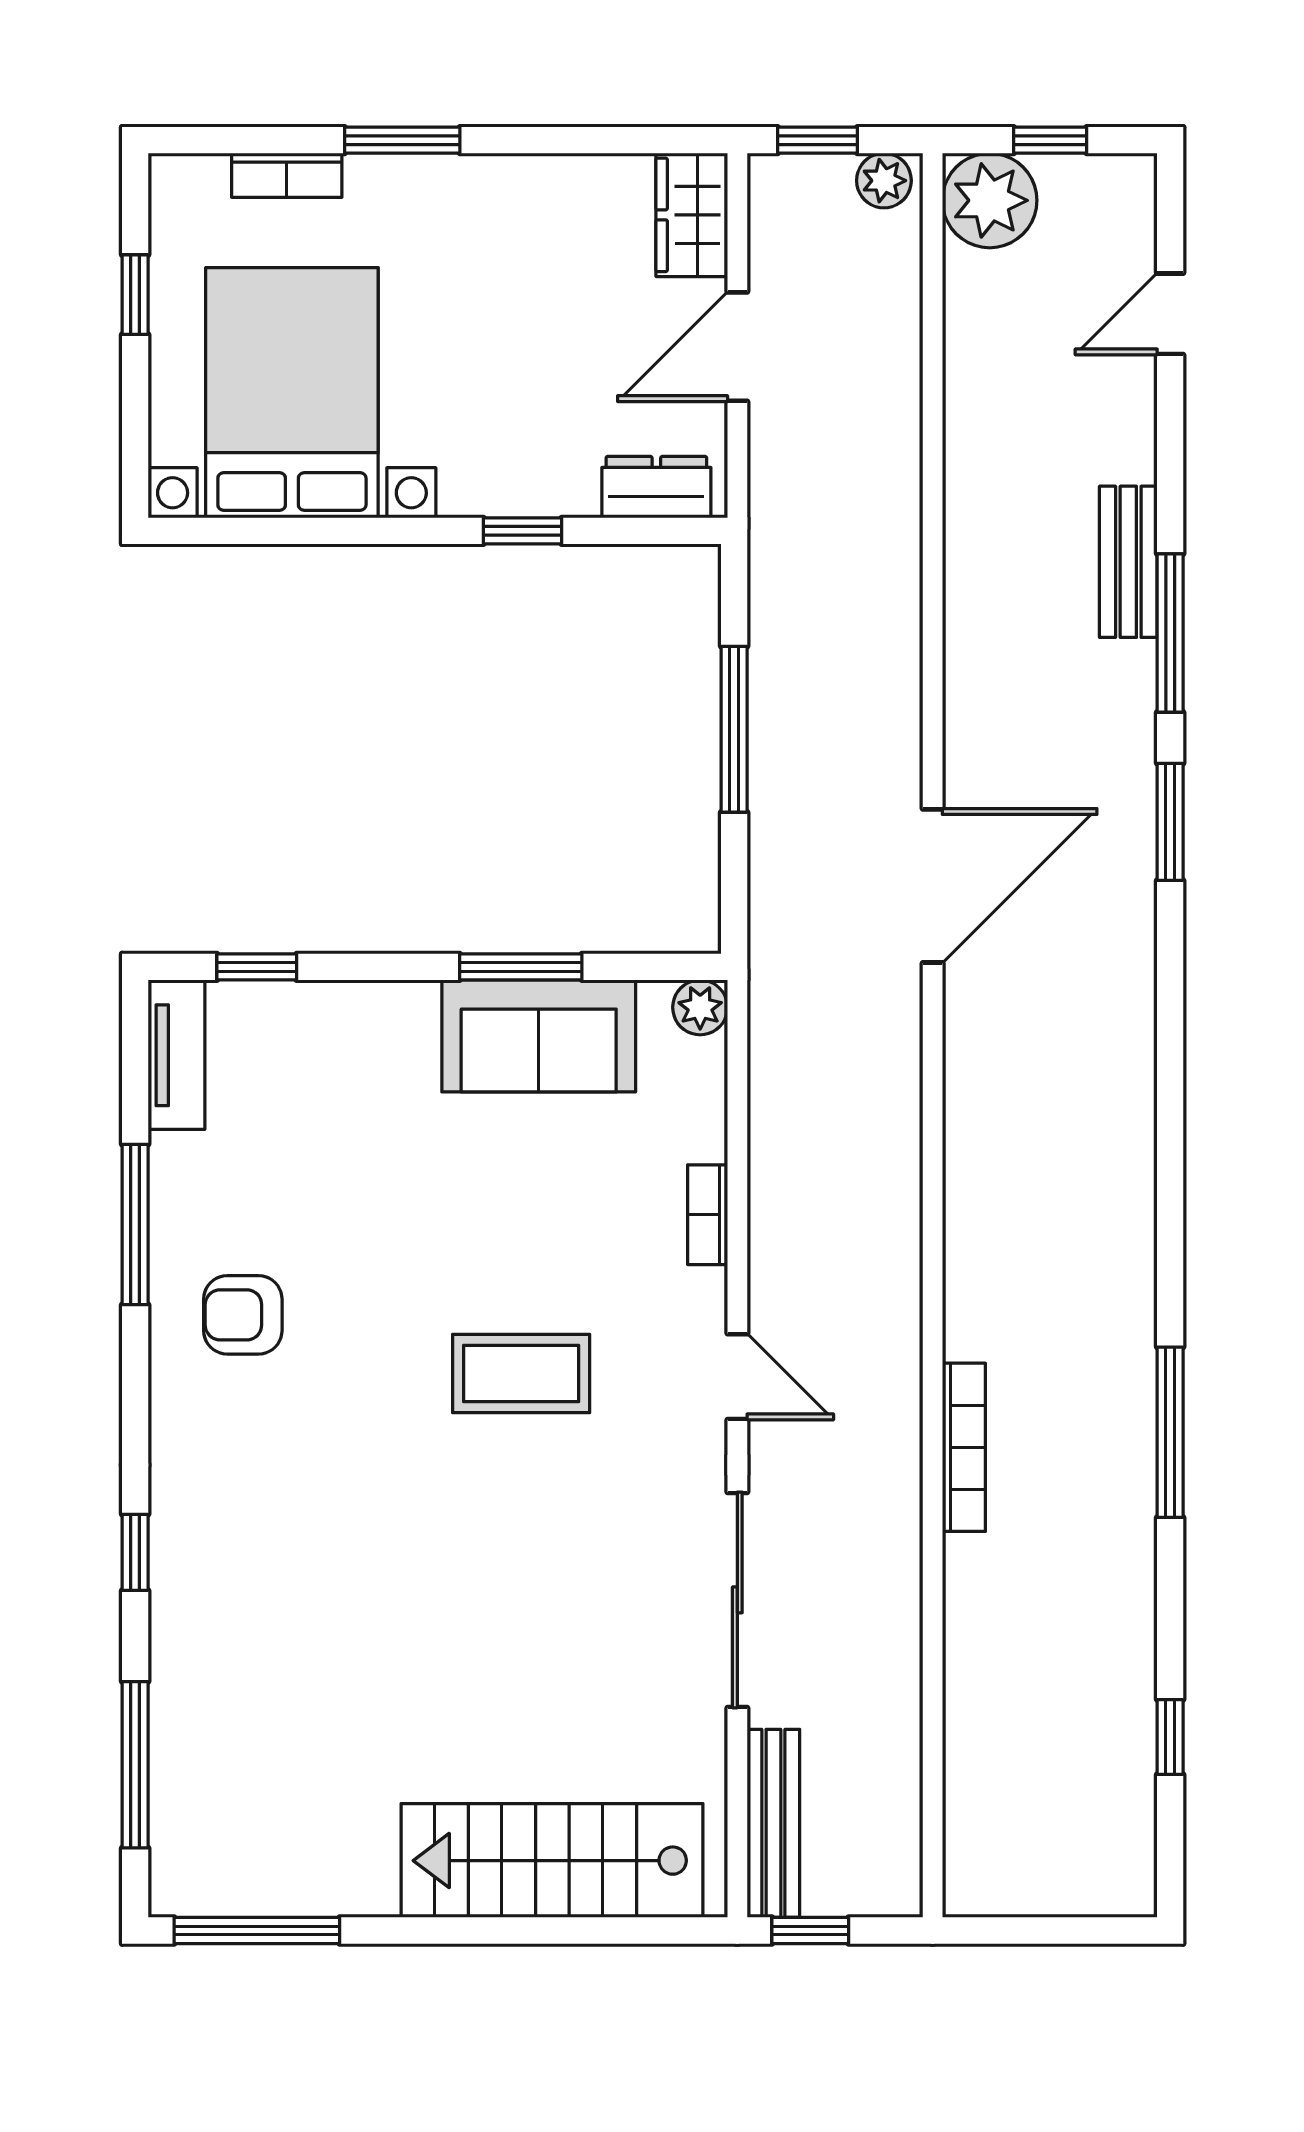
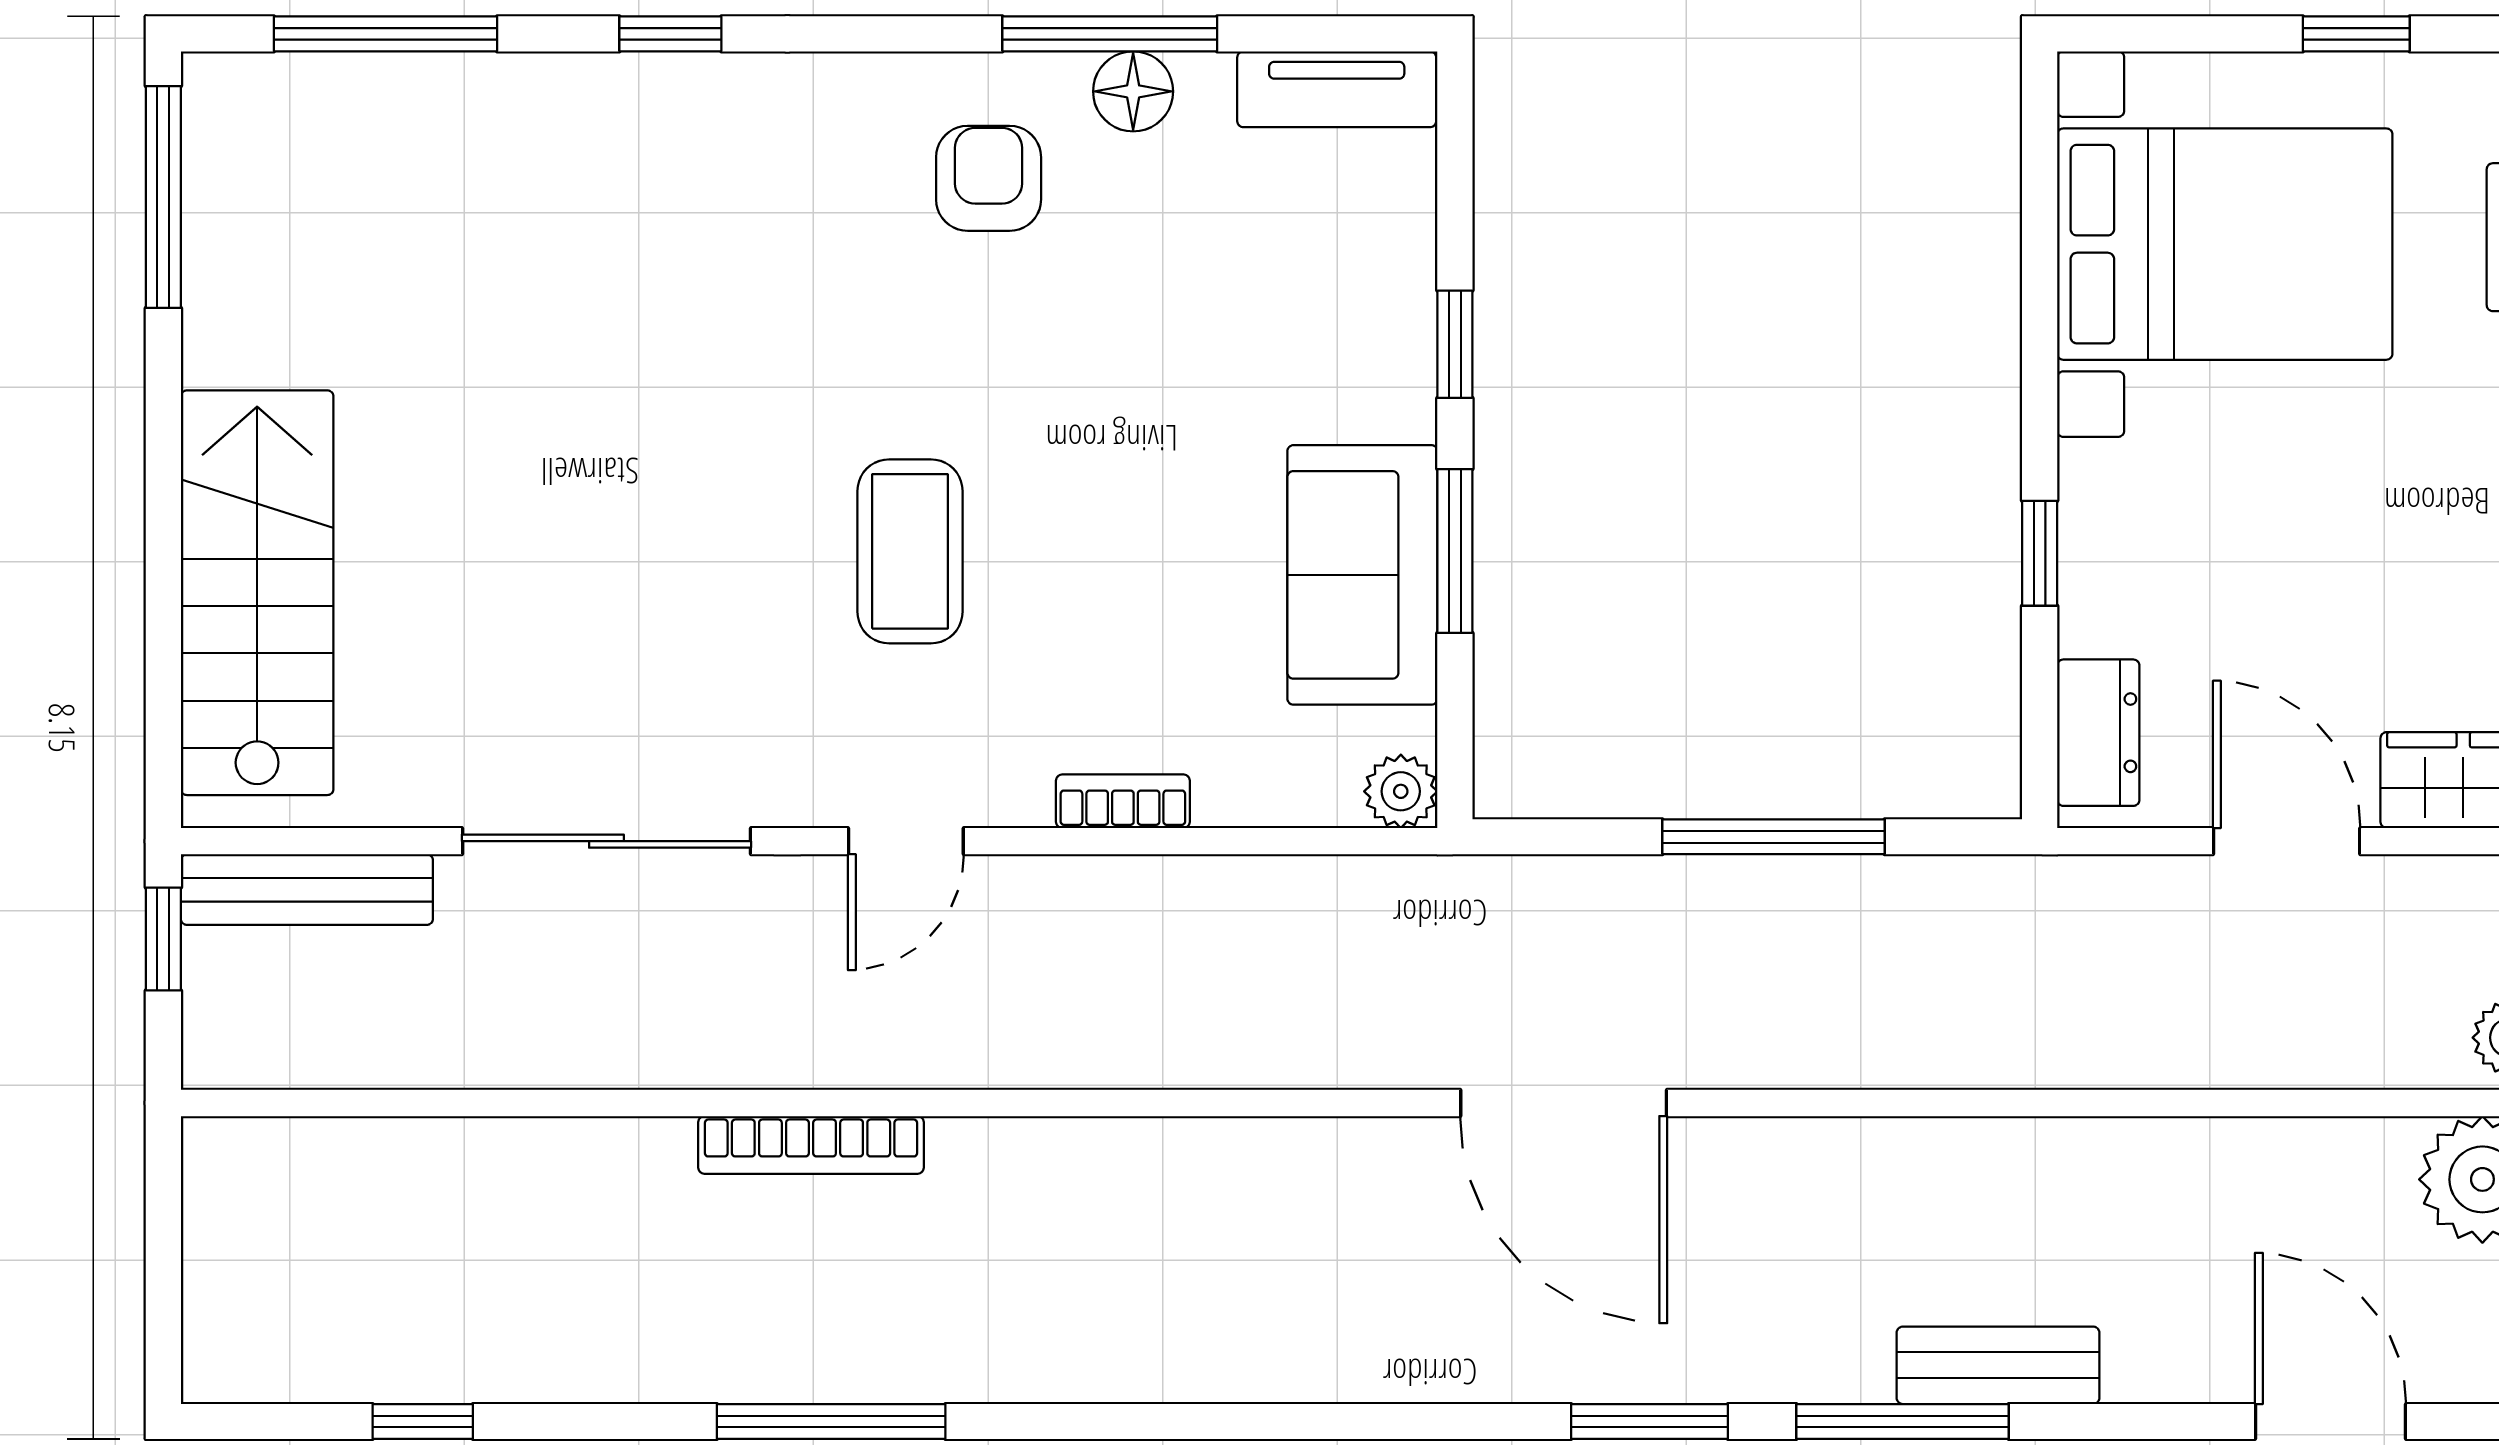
door: (1170, 314) -> (2331, 1421), width x1.38
window: (257, 967) -> (1455, 344), moved
floor lamp: (178, 1207) -> (1133, 91), added

